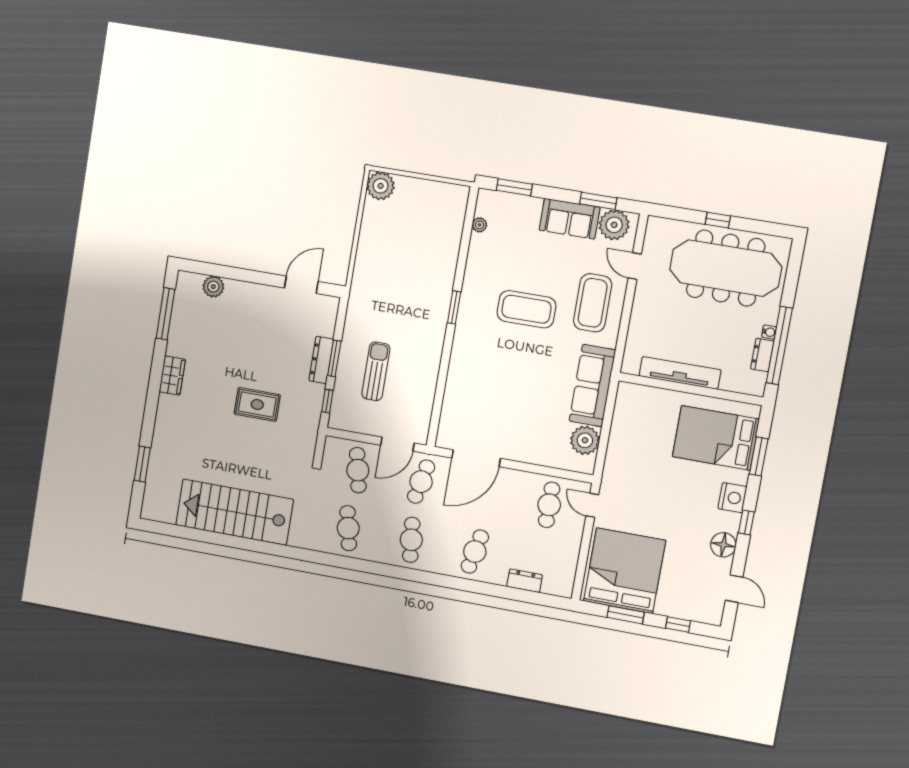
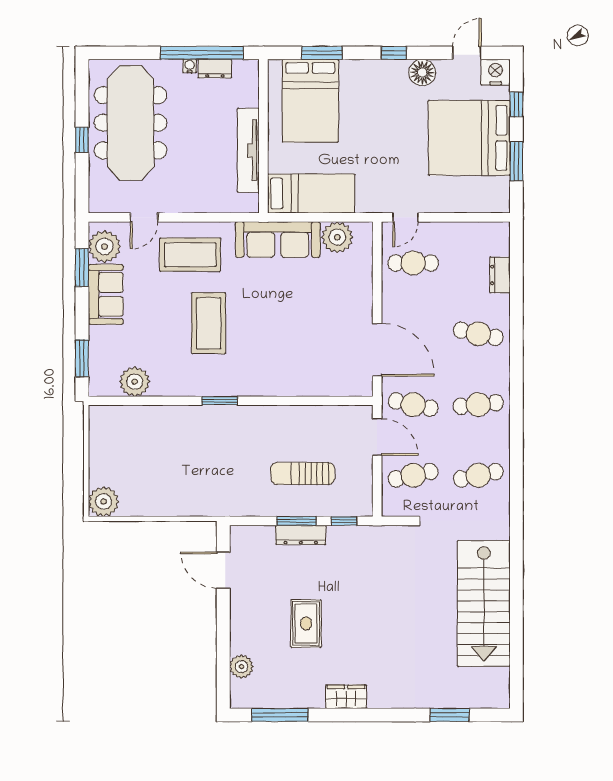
plant: (479, 225) -> (135, 382), width x1.87, depth x1.87
rug: (257, 404) -> (306, 624), moved
bed: (629, 424) -> (311, 193), added
nightstand: (732, 498) -> (496, 72), moved
bed: (624, 571) -> (469, 138), moved

